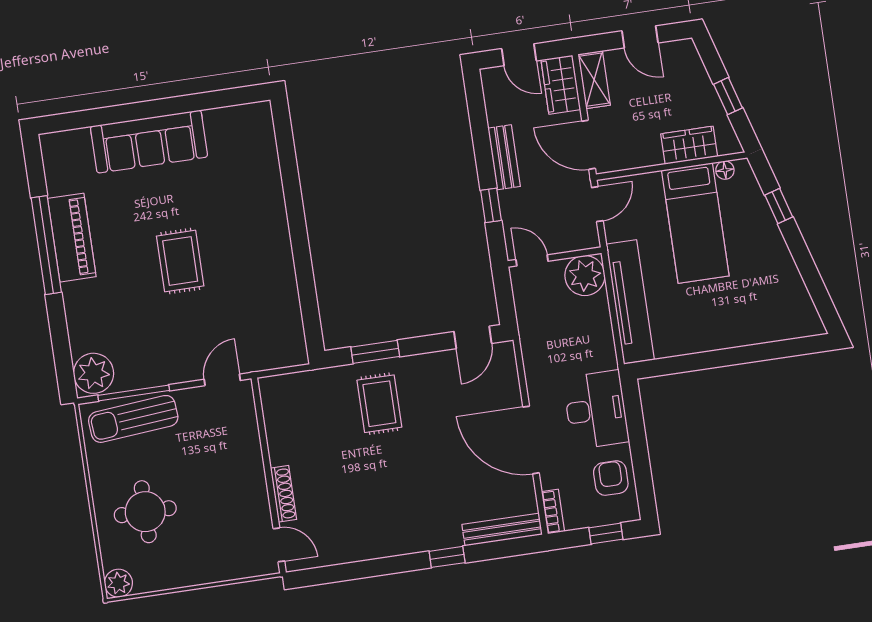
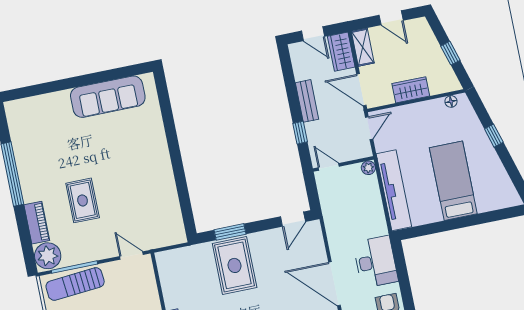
sofa: (149, 142) -> (108, 97), moved
wardrobe: (689, 145) -> (411, 90), moved
window: (779, 206) -> (494, 136), moved
bed: (695, 223) -> (453, 181), moved, turned 180
piano: (72, 238) -> (37, 223), moved, width x0.73, depth x0.75
rug: (180, 261) -> (83, 200), moved
plant: (585, 276) -> (368, 168), width x0.53, depth x0.53
door: (222, 380) -> (131, 256), hinge flipped
rug: (379, 404) -> (235, 265), width x1.36, depth x1.43

